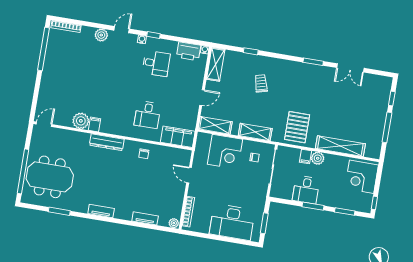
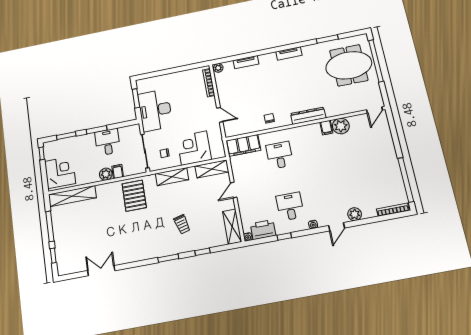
window: (153, 35) -> (284, 236), moved
window: (313, 62) -> (168, 258), moved
desk: (156, 63) -> (290, 206), turned 90
shelving: (340, 146) -> (72, 196), moved
desk: (232, 222) -> (155, 110), moved, turned -90

